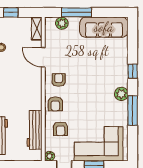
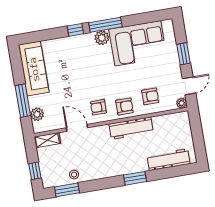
door: (43, 57) -> (77, 128), swing flipped
window: (133, 111) -> (105, 25), moved
workbench: (35, 130) -> (131, 128), moved
corner sofa: (99, 144) -> (138, 43), moved, turned -90

